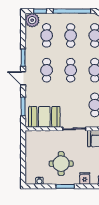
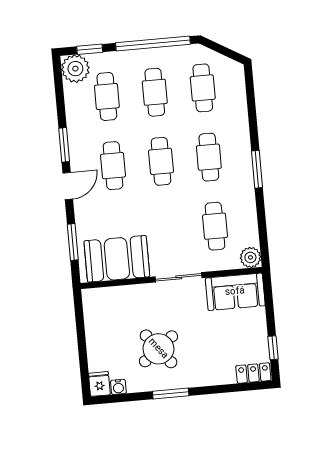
door: (23, 78) -> (68, 186), swing flipped
round table: (61, 164) -> (158, 349), turned -38
fridge: (85, 178) -> (99, 384), moved

